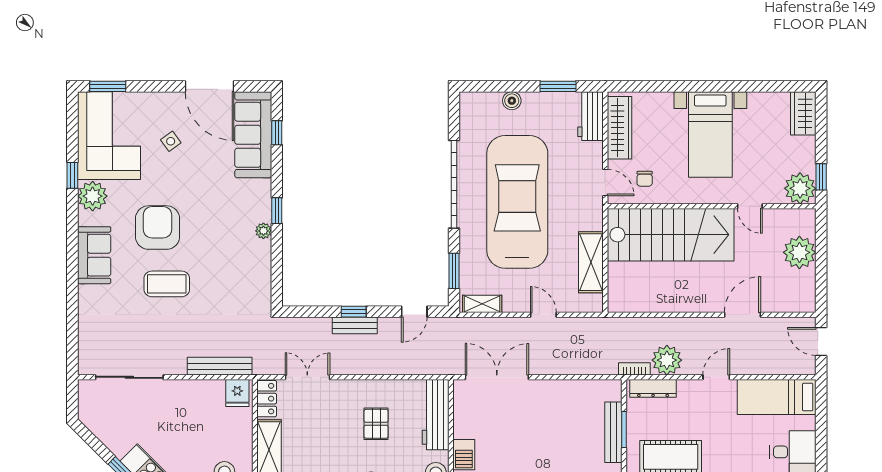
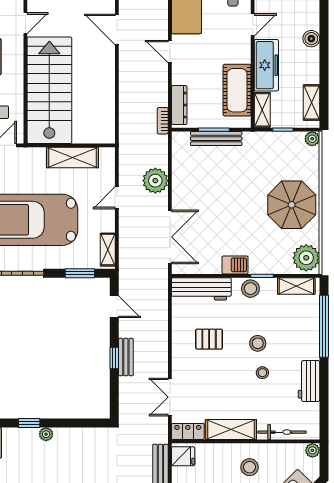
plant: (667, 360) -> (155, 181), moved
double door: (497, 377) -> (170, 237), swing flipped

